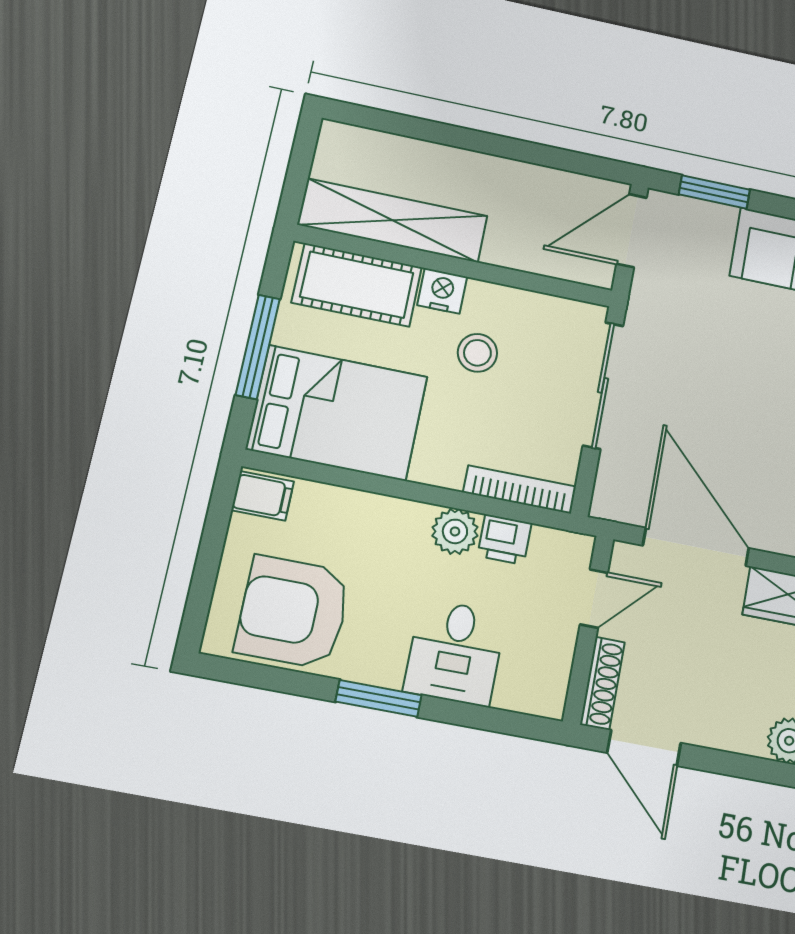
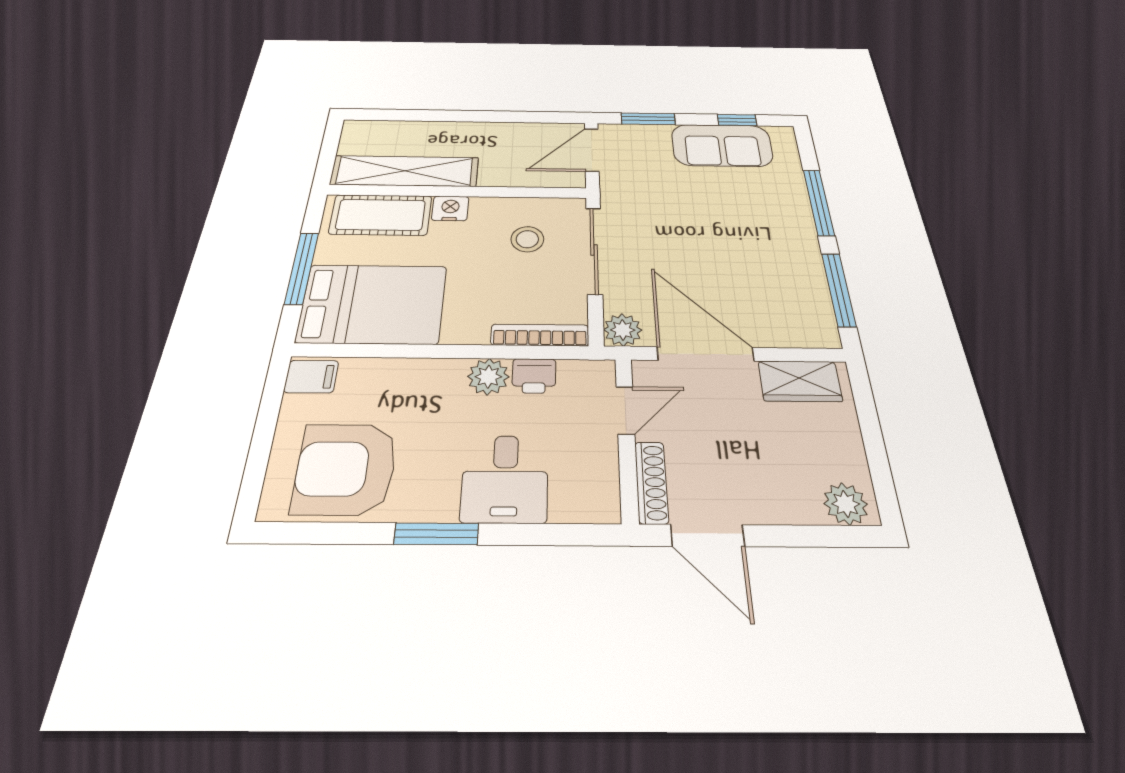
stool: (477, 353) -> (527, 239), moved
plant: (613, 500) -> (623, 330), added

